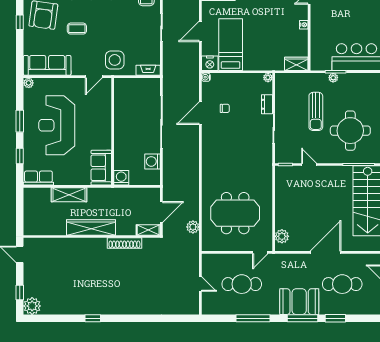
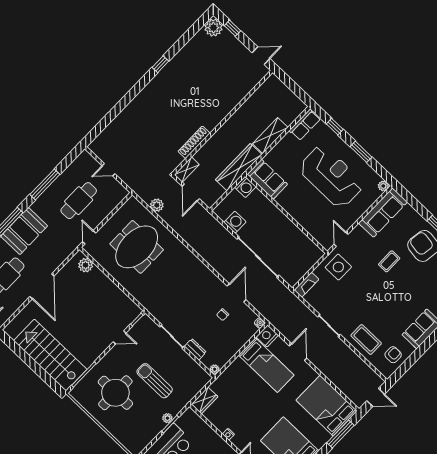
wardrobe: (91, 227) -> (239, 167), moved, turned 180

